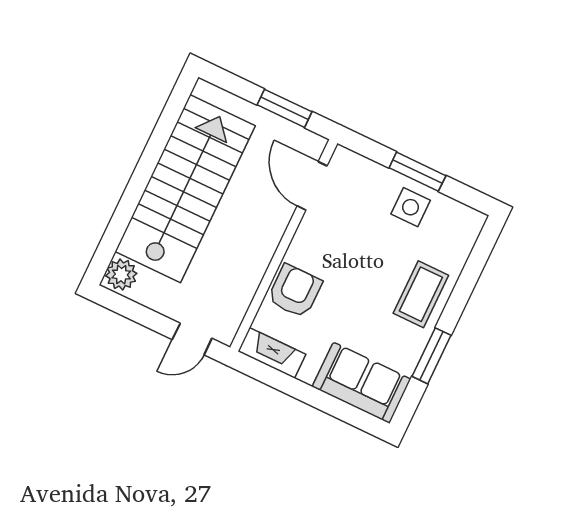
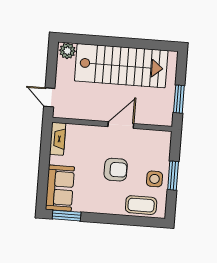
door: (312, 186) -> (121, 125), moved
armchair: (295, 291) -> (116, 170), moved
coffee table: (421, 294) -> (141, 205), moved
window: (432, 356) -> (67, 216), moved

